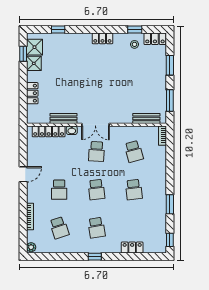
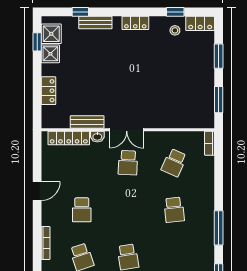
bench: (146, 118) -> (95, 23), moved
school desk: (134, 151) -> (174, 163), turned 39
school desk: (96, 190) -> (128, 210), removed
window: (170, 204) -> (219, 228), width x1.44

